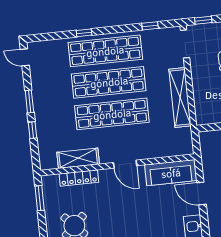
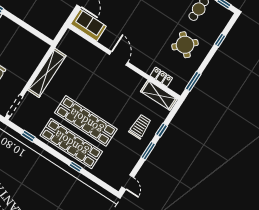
shop shelf: (112, 114) -> (101, 98), removed
trolley: (55, 117) -> (140, 127), added
shelving: (78, 158) -> (159, 95), moved
sofa: (171, 173) -> (88, 25), width x0.73
locker: (79, 178) -> (161, 77), width x0.66

